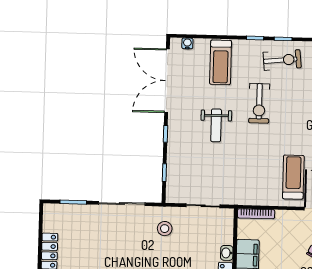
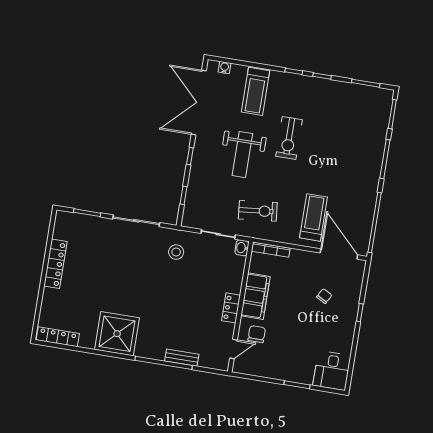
exercise bike: (282, 60) -> (258, 211), moved
weight bench: (216, 125) -> (242, 155), width x1.36, depth x1.33
washbasin: (227, 253) -> (242, 248), moved

